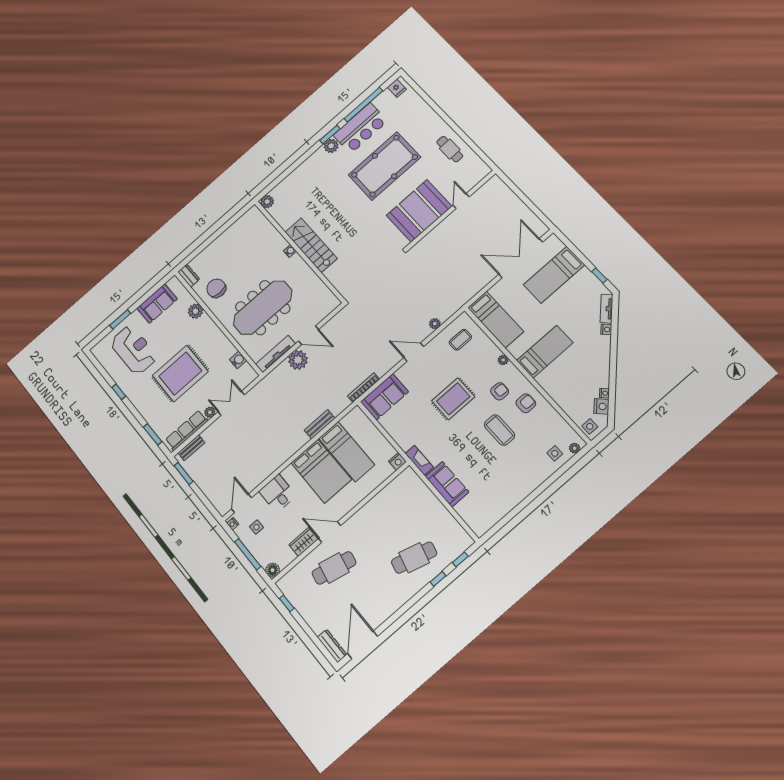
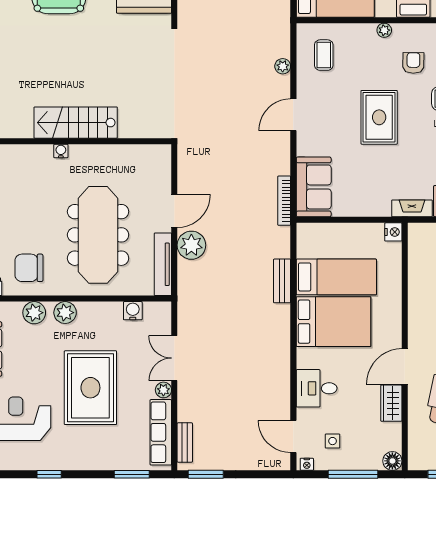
plant: (208, 326) -> (65, 313), added

